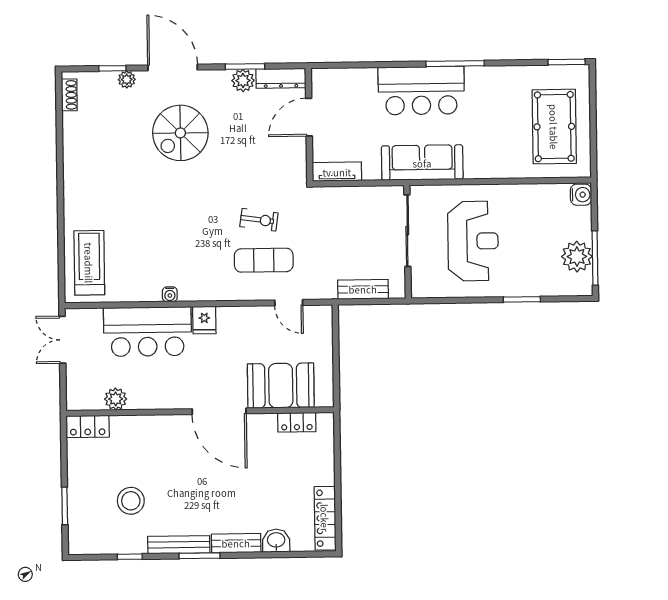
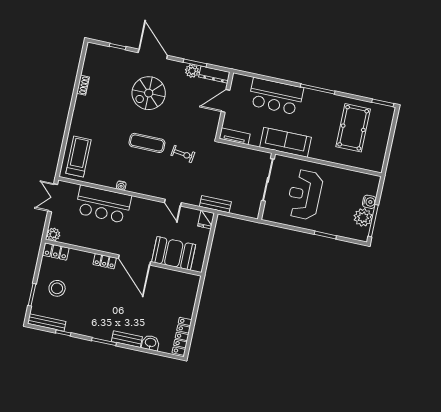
plant: (127, 79) -> (125, 55), removed
bar counter: (421, 90) -> (276, 96), moved
shoe rack: (69, 95) -> (83, 85), moved
pool table: (554, 127) -> (353, 128), moved
water cooler: (581, 195) -> (369, 202), moved
reception desk: (473, 241) -> (305, 195), turned 180
exercise mat: (264, 260) -> (147, 143), moved
bench: (363, 289) -> (215, 204), moved
door: (289, 303) -> (173, 203), moved
fridge: (204, 320) -> (206, 220), moved
plant: (116, 399) -> (53, 234), moved
locker: (297, 422) -> (105, 261), moved
stool: (131, 501) -> (57, 288), moved
bench: (179, 545) -> (47, 323), moved

